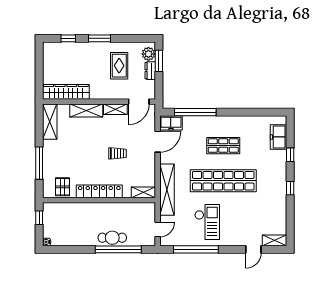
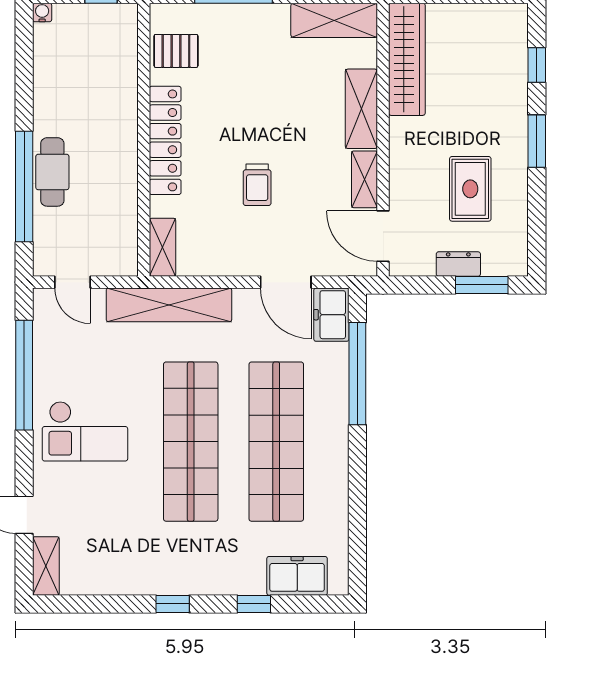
plant: (148, 54) -> (499, 260), removed
rug: (119, 66) -> (470, 189), turned 90
shop shelf: (223, 146) -> (276, 442), width x2.00, depth x1.36
checkout: (207, 222) -> (85, 431), moved

